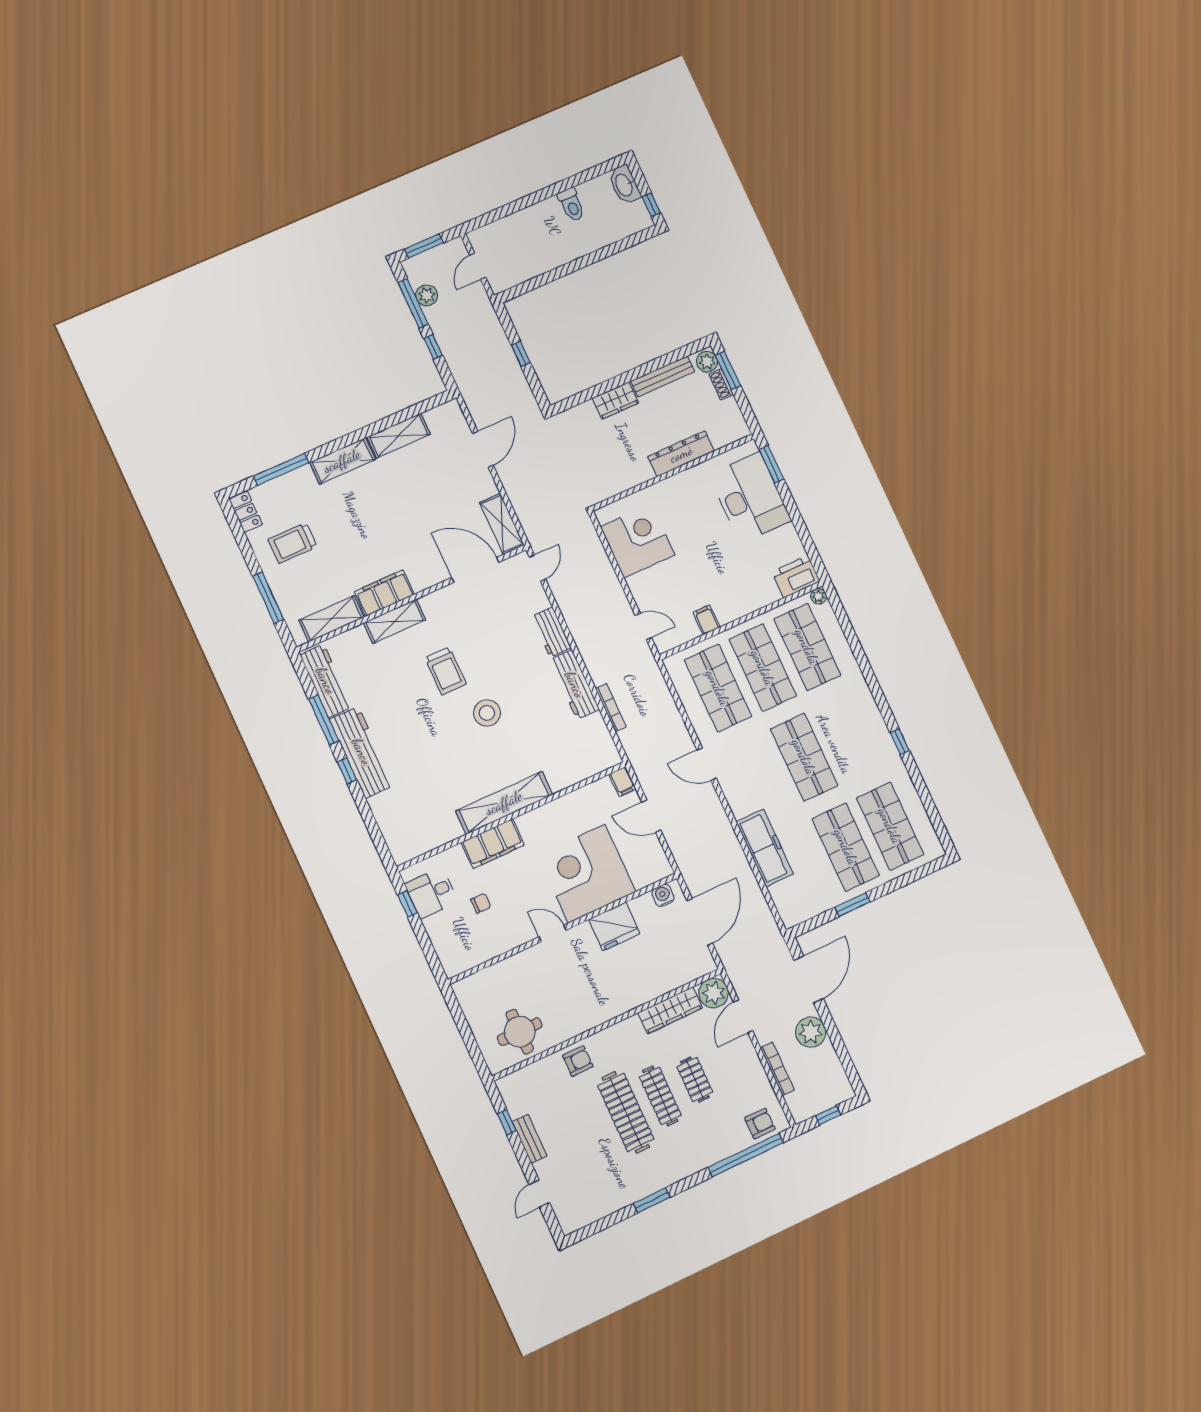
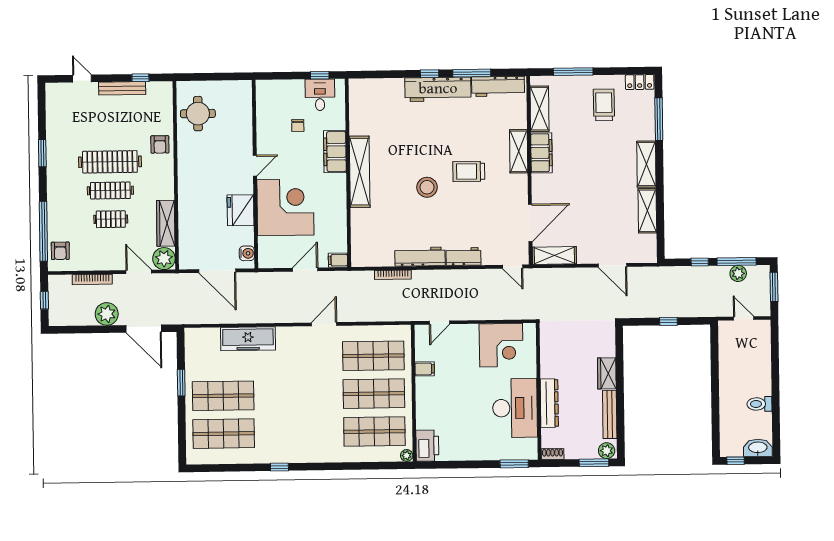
shoe rack: (721, 384) -> (553, 454), moved
desk: (750, 497) -> (515, 408), moved, turned -90
shop shelf: (804, 757) -> (298, 395), removed
bench: (530, 1139) -> (122, 88), width x1.36

